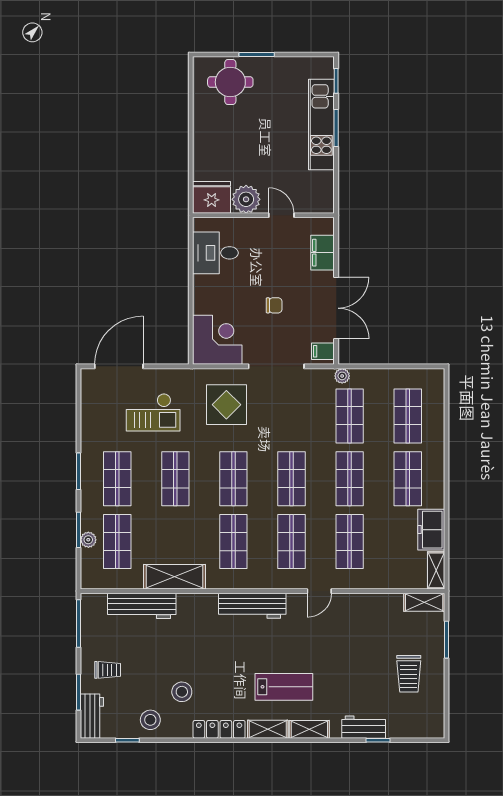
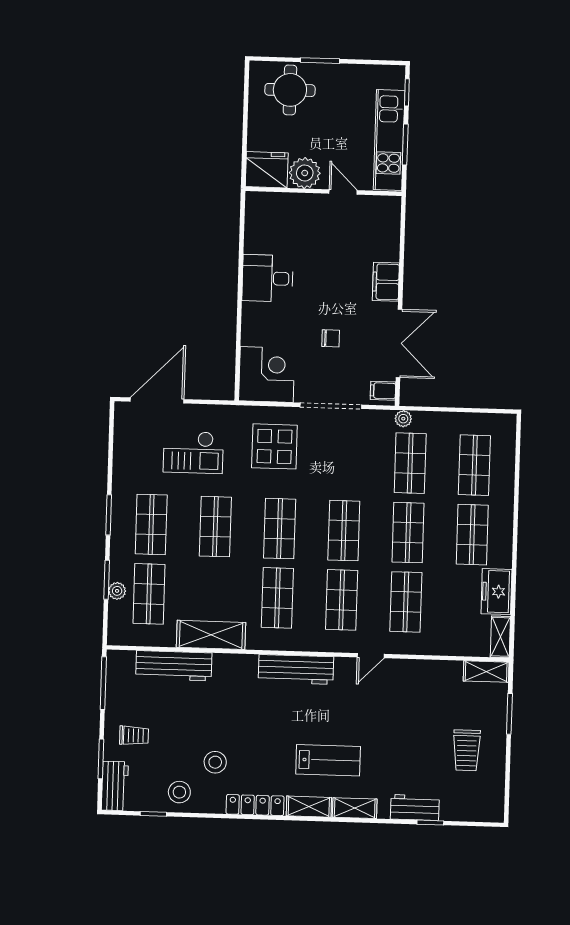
fridge: (212, 197) -> (267, 170), moved
plant: (246, 199) -> (305, 173), moved
wall: (263, 215) -> (323, 191), moved
door: (281, 215) -> (343, 192), moved

